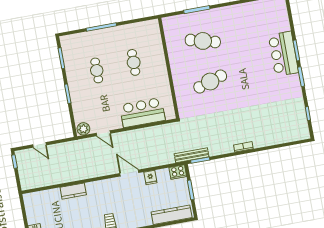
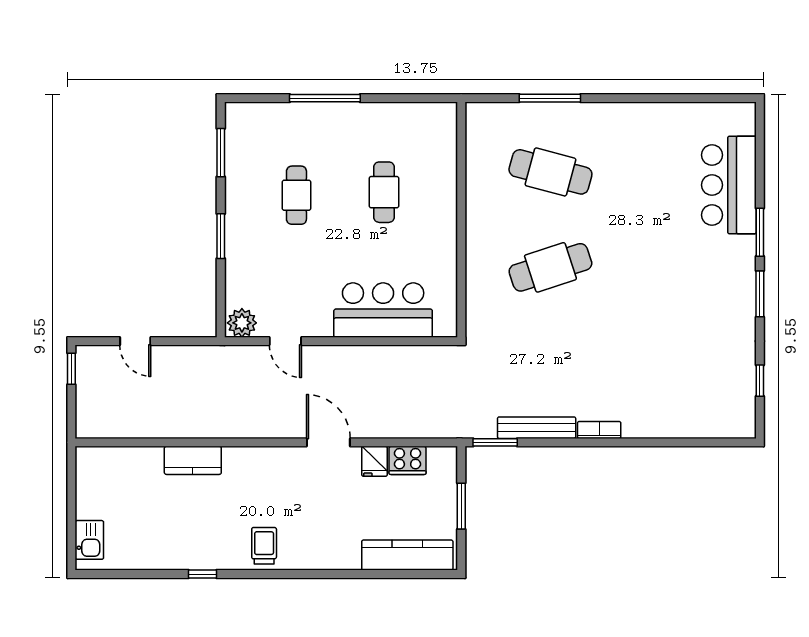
bar counter: (283, 54) -> (729, 185), moved
bench: (192, 155) -> (537, 428), moved
cooker: (178, 172) -> (408, 460), moved

